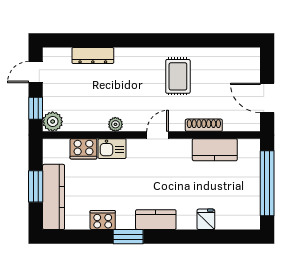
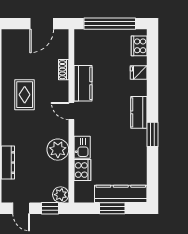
rug: (178, 76) -> (25, 95), turned 90
plant: (115, 124) -> (58, 150), width x1.88, depth x1.88
shoe rack: (204, 125) -> (64, 70), width x0.70
kitchen counter: (215, 150) -> (83, 83), moved
cooker: (103, 220) -> (139, 46), moved

